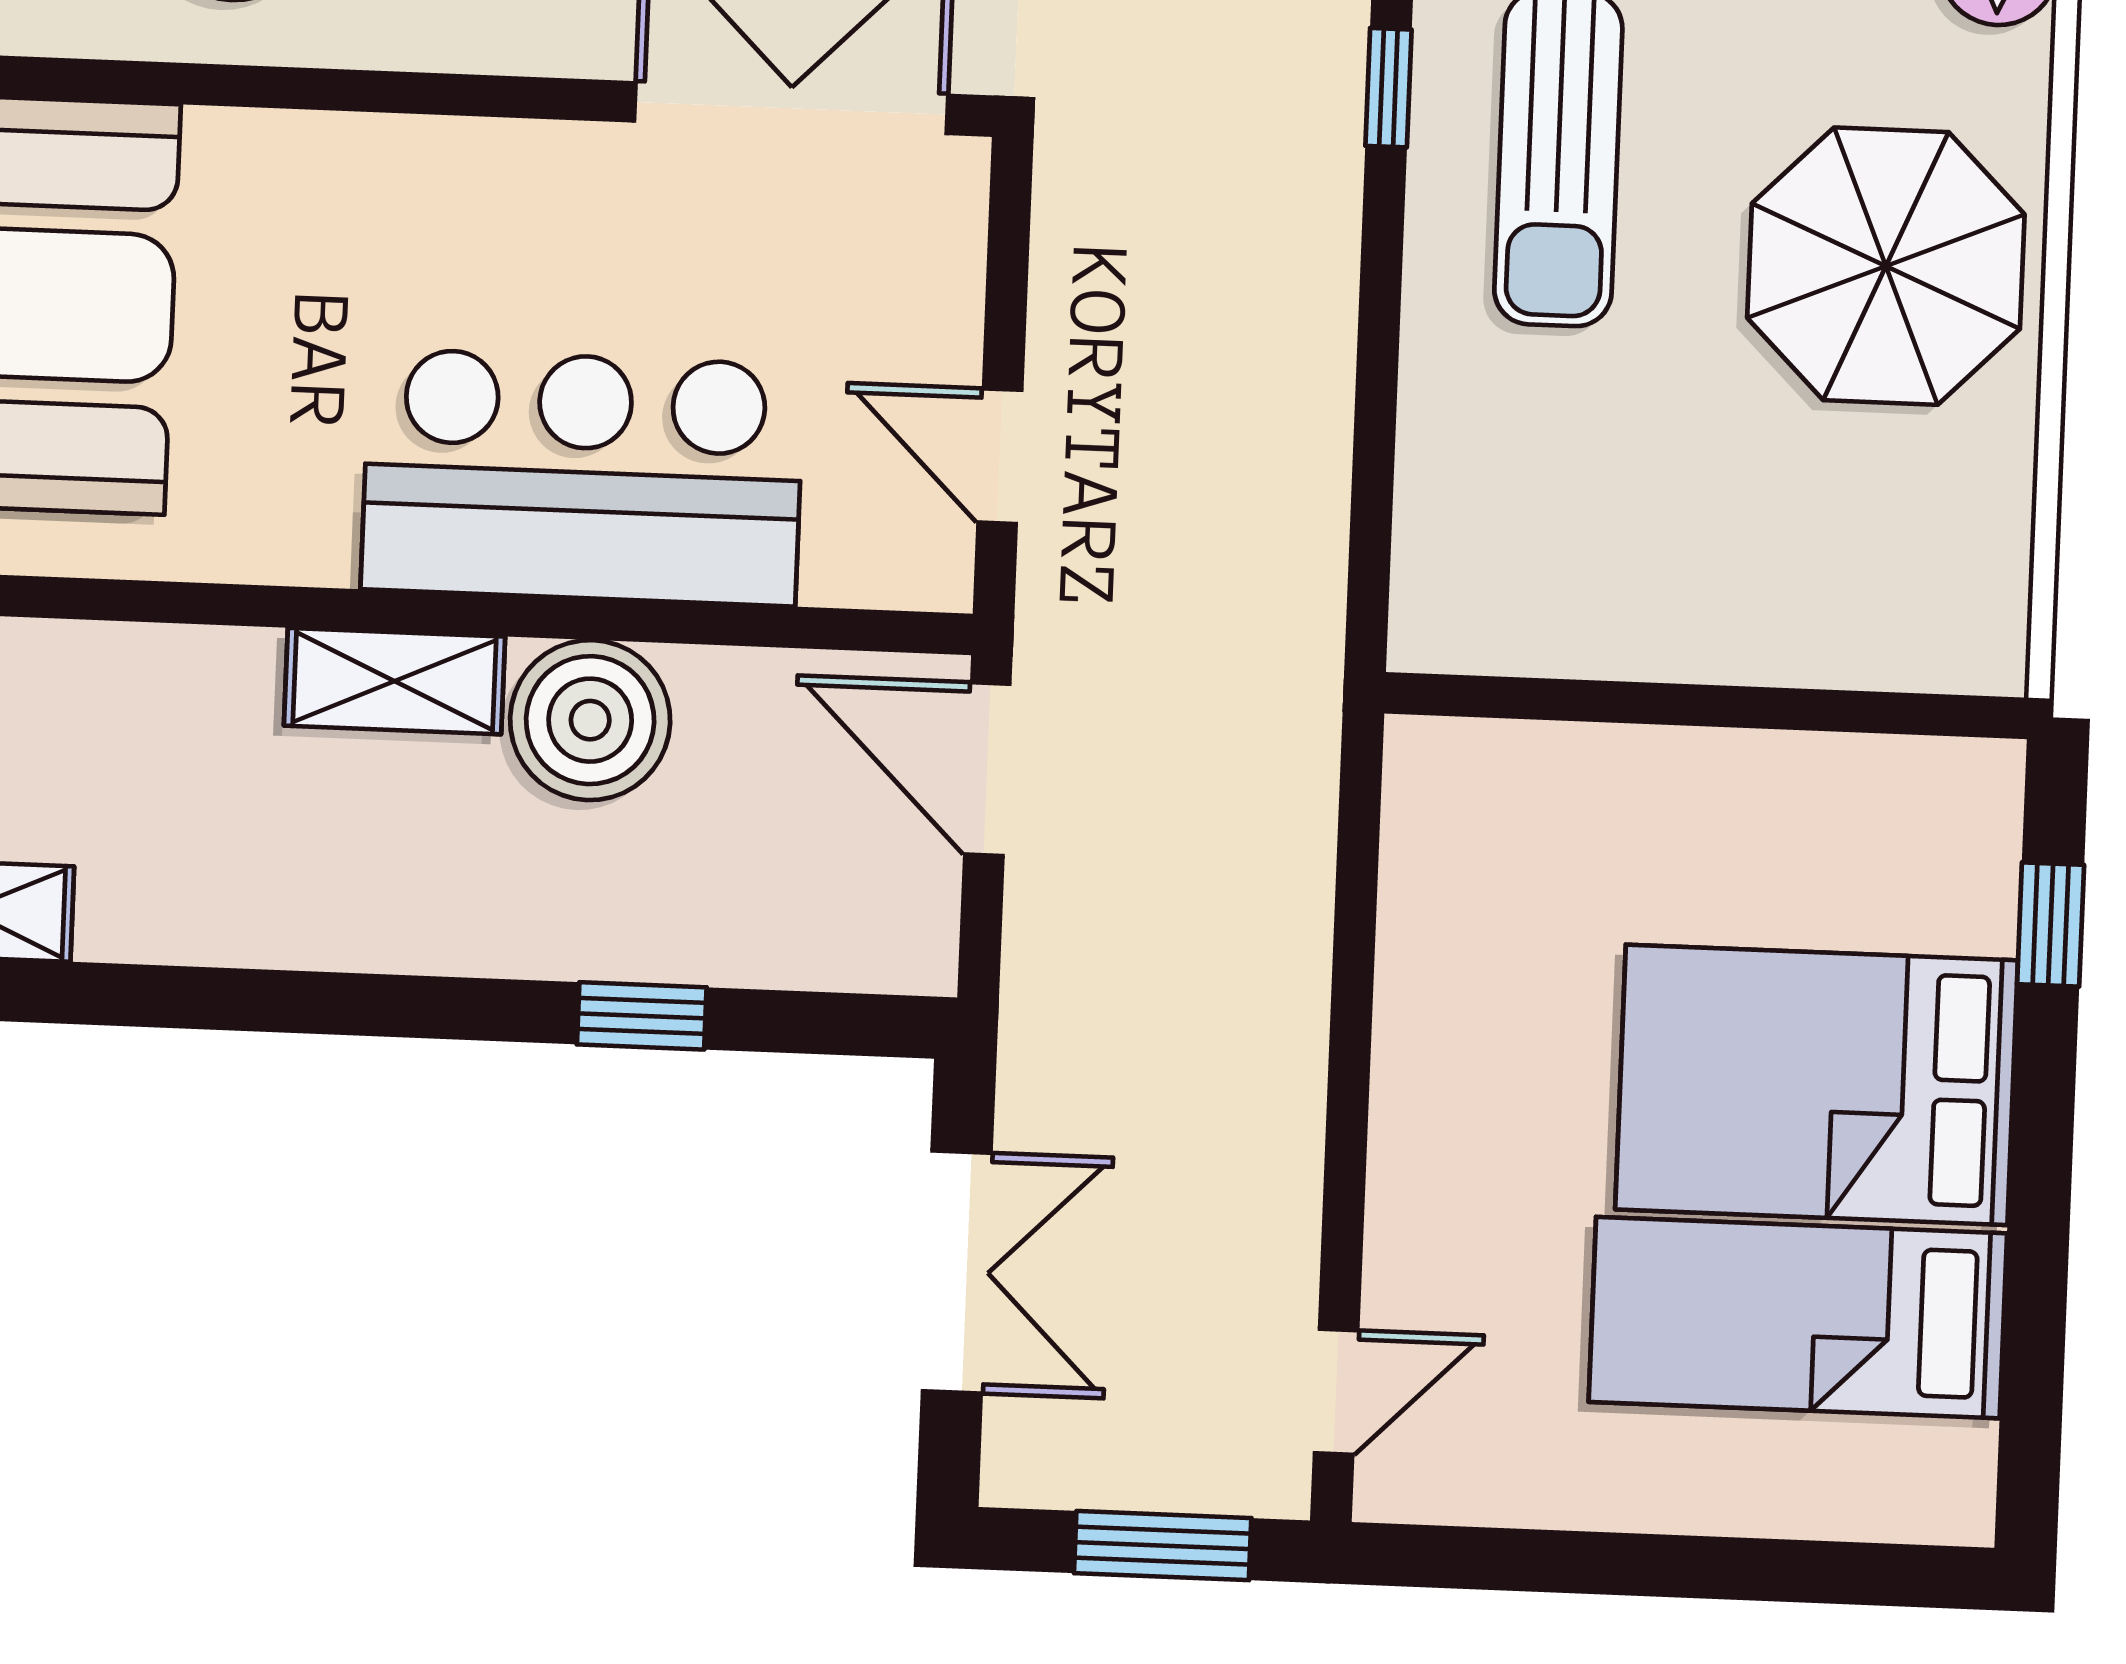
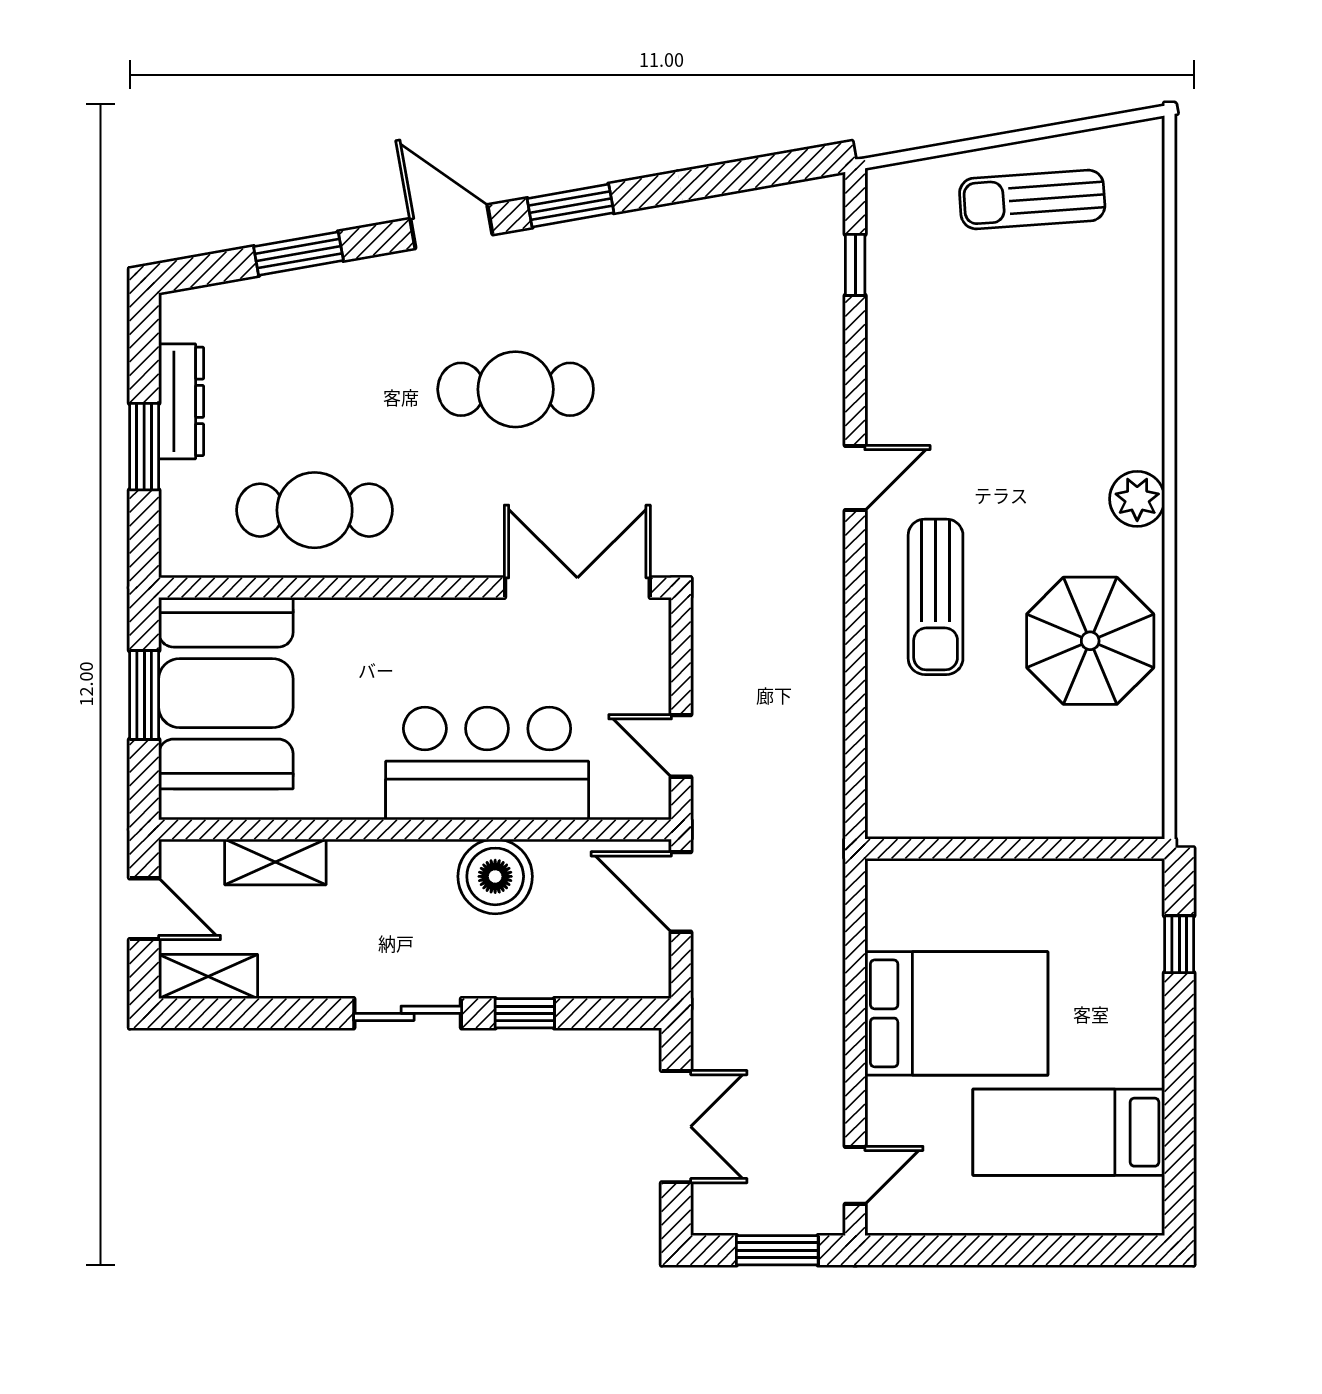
window: (1388, 88) -> (855, 567), removed
shelving: (394, 681) -> (275, 862), moved
sliding door: (391, 1006) -> (408, 1013), added
bed: (1817, 1085) -> (956, 1013), moved, turned 180

